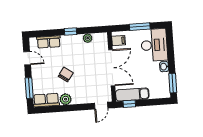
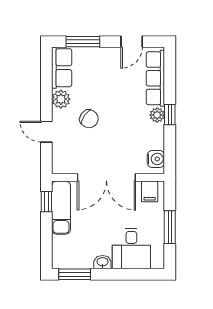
plant: (88, 38) -> (157, 115), moved
water cooler: (98, 38) -> (156, 159), added
row of seats: (49, 42) -> (155, 78), width x1.48
desk: (154, 45) -> (131, 249), width x0.73
chair: (66, 75) -> (89, 119), moved
door: (101, 106) -> (46, 132), moved

